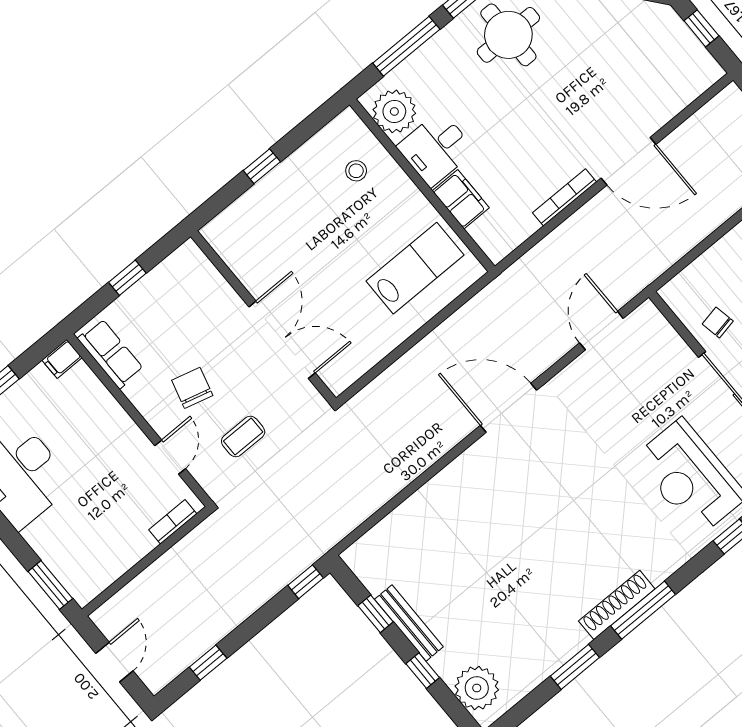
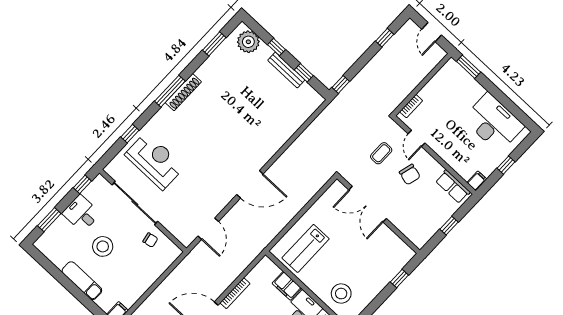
window: (262, 166) -> (399, 278), moved
stool: (356, 171) -> (341, 294), width x1.89, depth x1.89
window: (575, 667) -> (214, 44), moved

